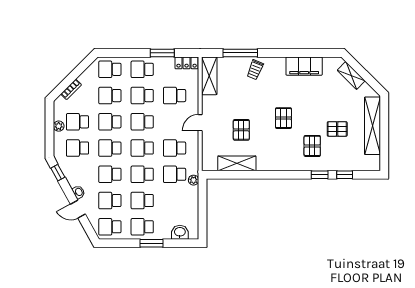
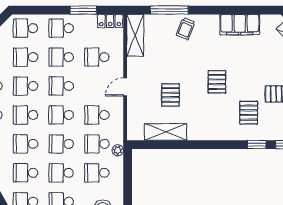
school desk: (175, 201) -> (97, 173), added

